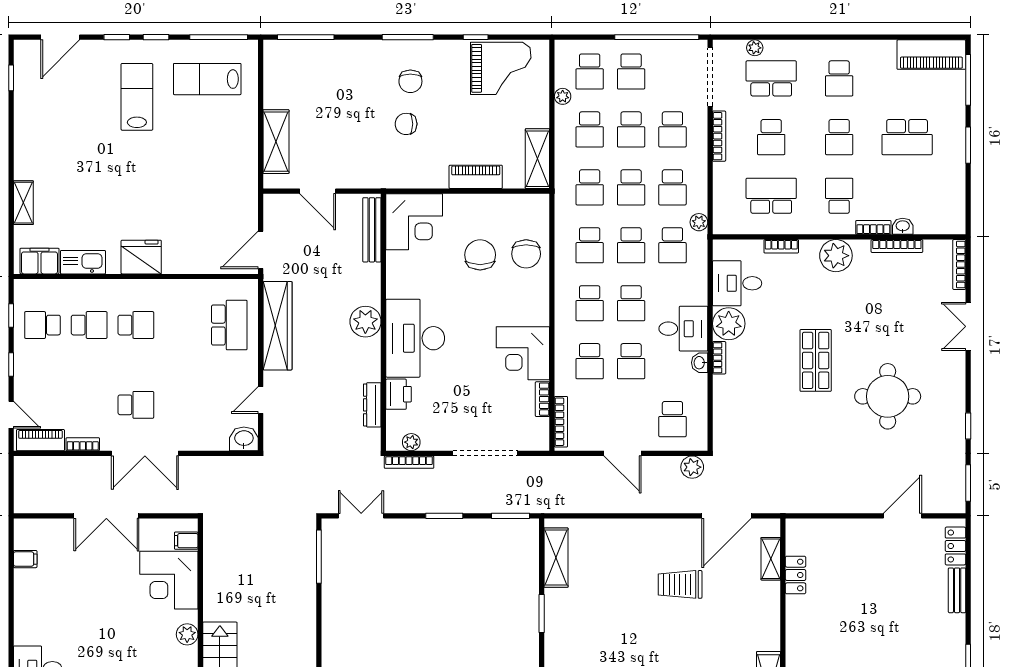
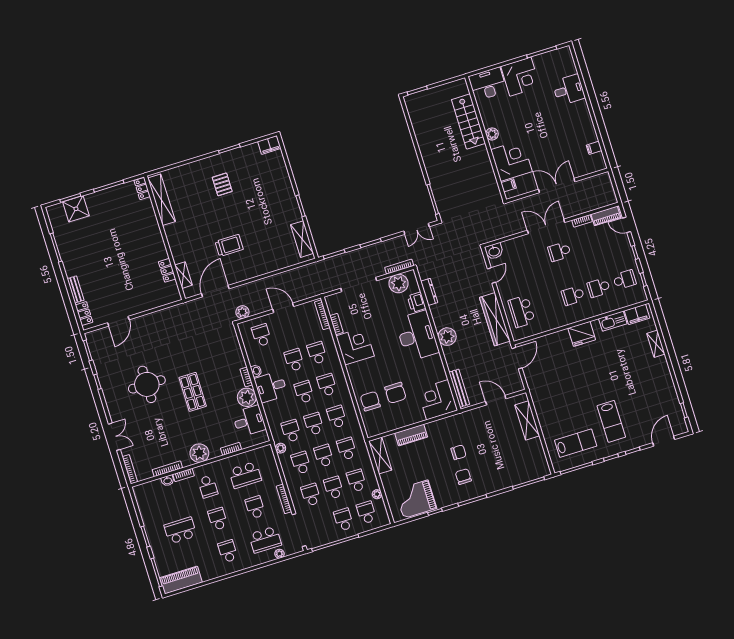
plant: (411, 442) -> (398, 283), width x1.87, depth x1.87

